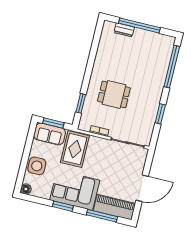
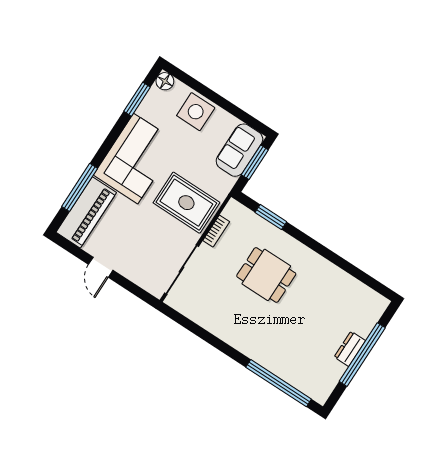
dresser: (124, 30) -> (350, 349), moved
dining table: (114, 95) -> (266, 275), turned 90
window: (160, 114) -> (209, 338), removed
rug: (75, 149) -> (186, 203), moved
door: (142, 188) -> (101, 267), width x0.53
window: (63, 206) -> (137, 99), moved

